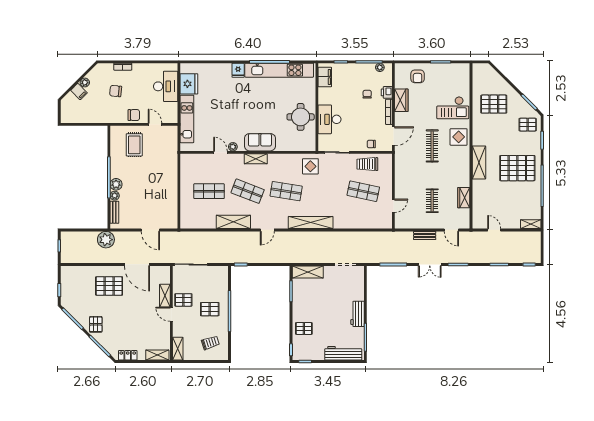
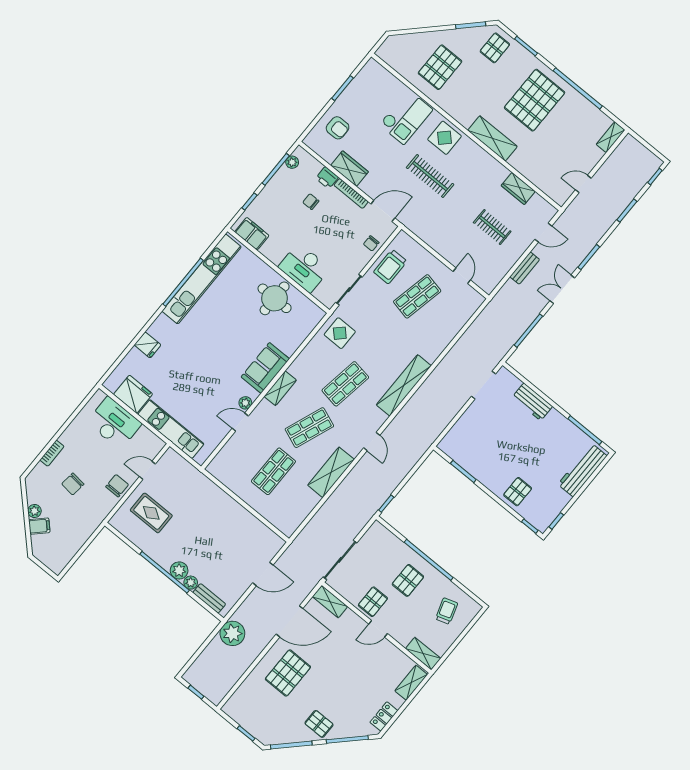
fridge: (238, 70) -> (148, 345), moved
door: (393, 136) -> (383, 211), hinge flipped
double door: (430, 264) -> (562, 289), swing flipped
shelving: (308, 272) -> (457, 435), removed
shelving: (165, 296) -> (330, 602), moved
workbench: (357, 314) -> (532, 402), moved

